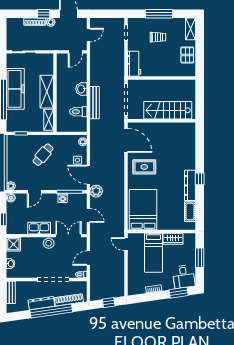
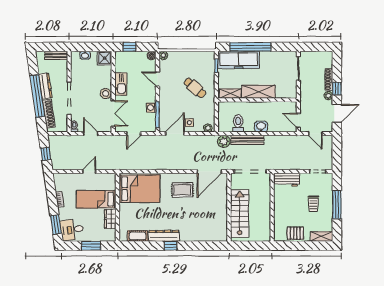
freezer: (15, 89) -> (239, 60), moved
rug: (144, 167) -> (183, 190), turned 90
plant: (96, 191) -> (224, 141), moved
door: (126, 244) -> (89, 171), moved

